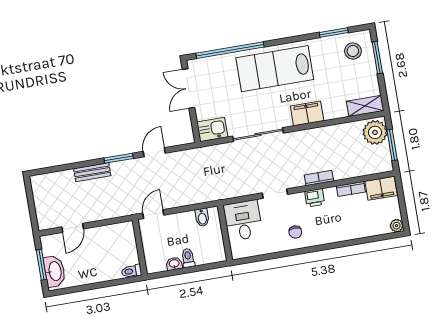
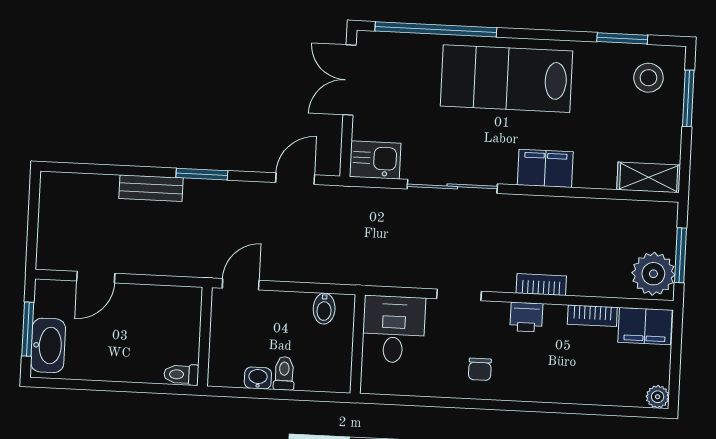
plant: (375, 132) -> (653, 274), moved
door: (154, 152) -> (295, 179), moved

